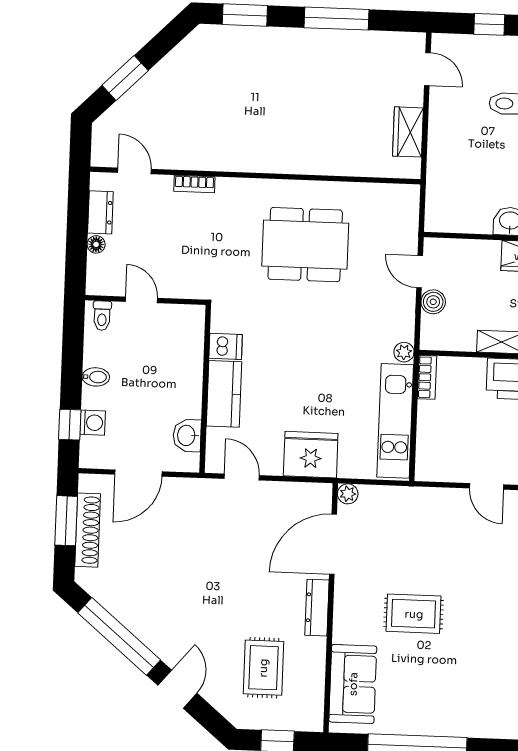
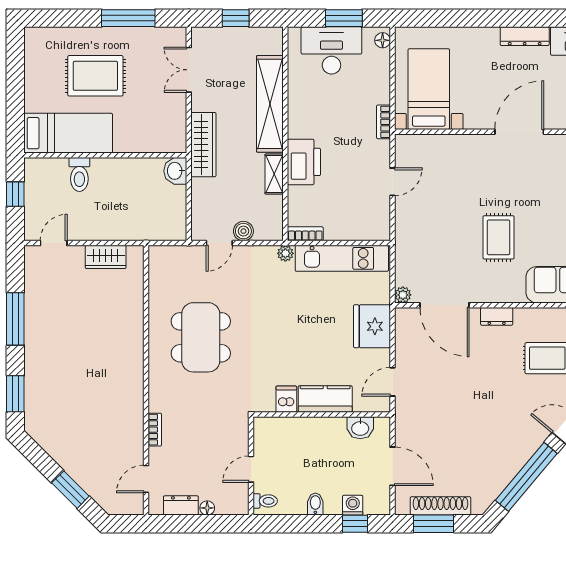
dresser: (317, 608) -> (497, 316), width x0.70

